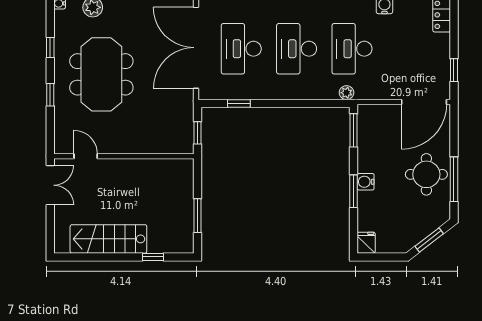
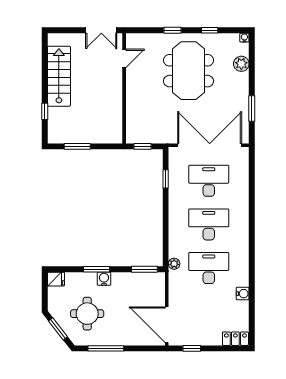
meeting table: (101, 74) -> (189, 71), turned 90
round table: (426, 174) -> (87, 314), moved

